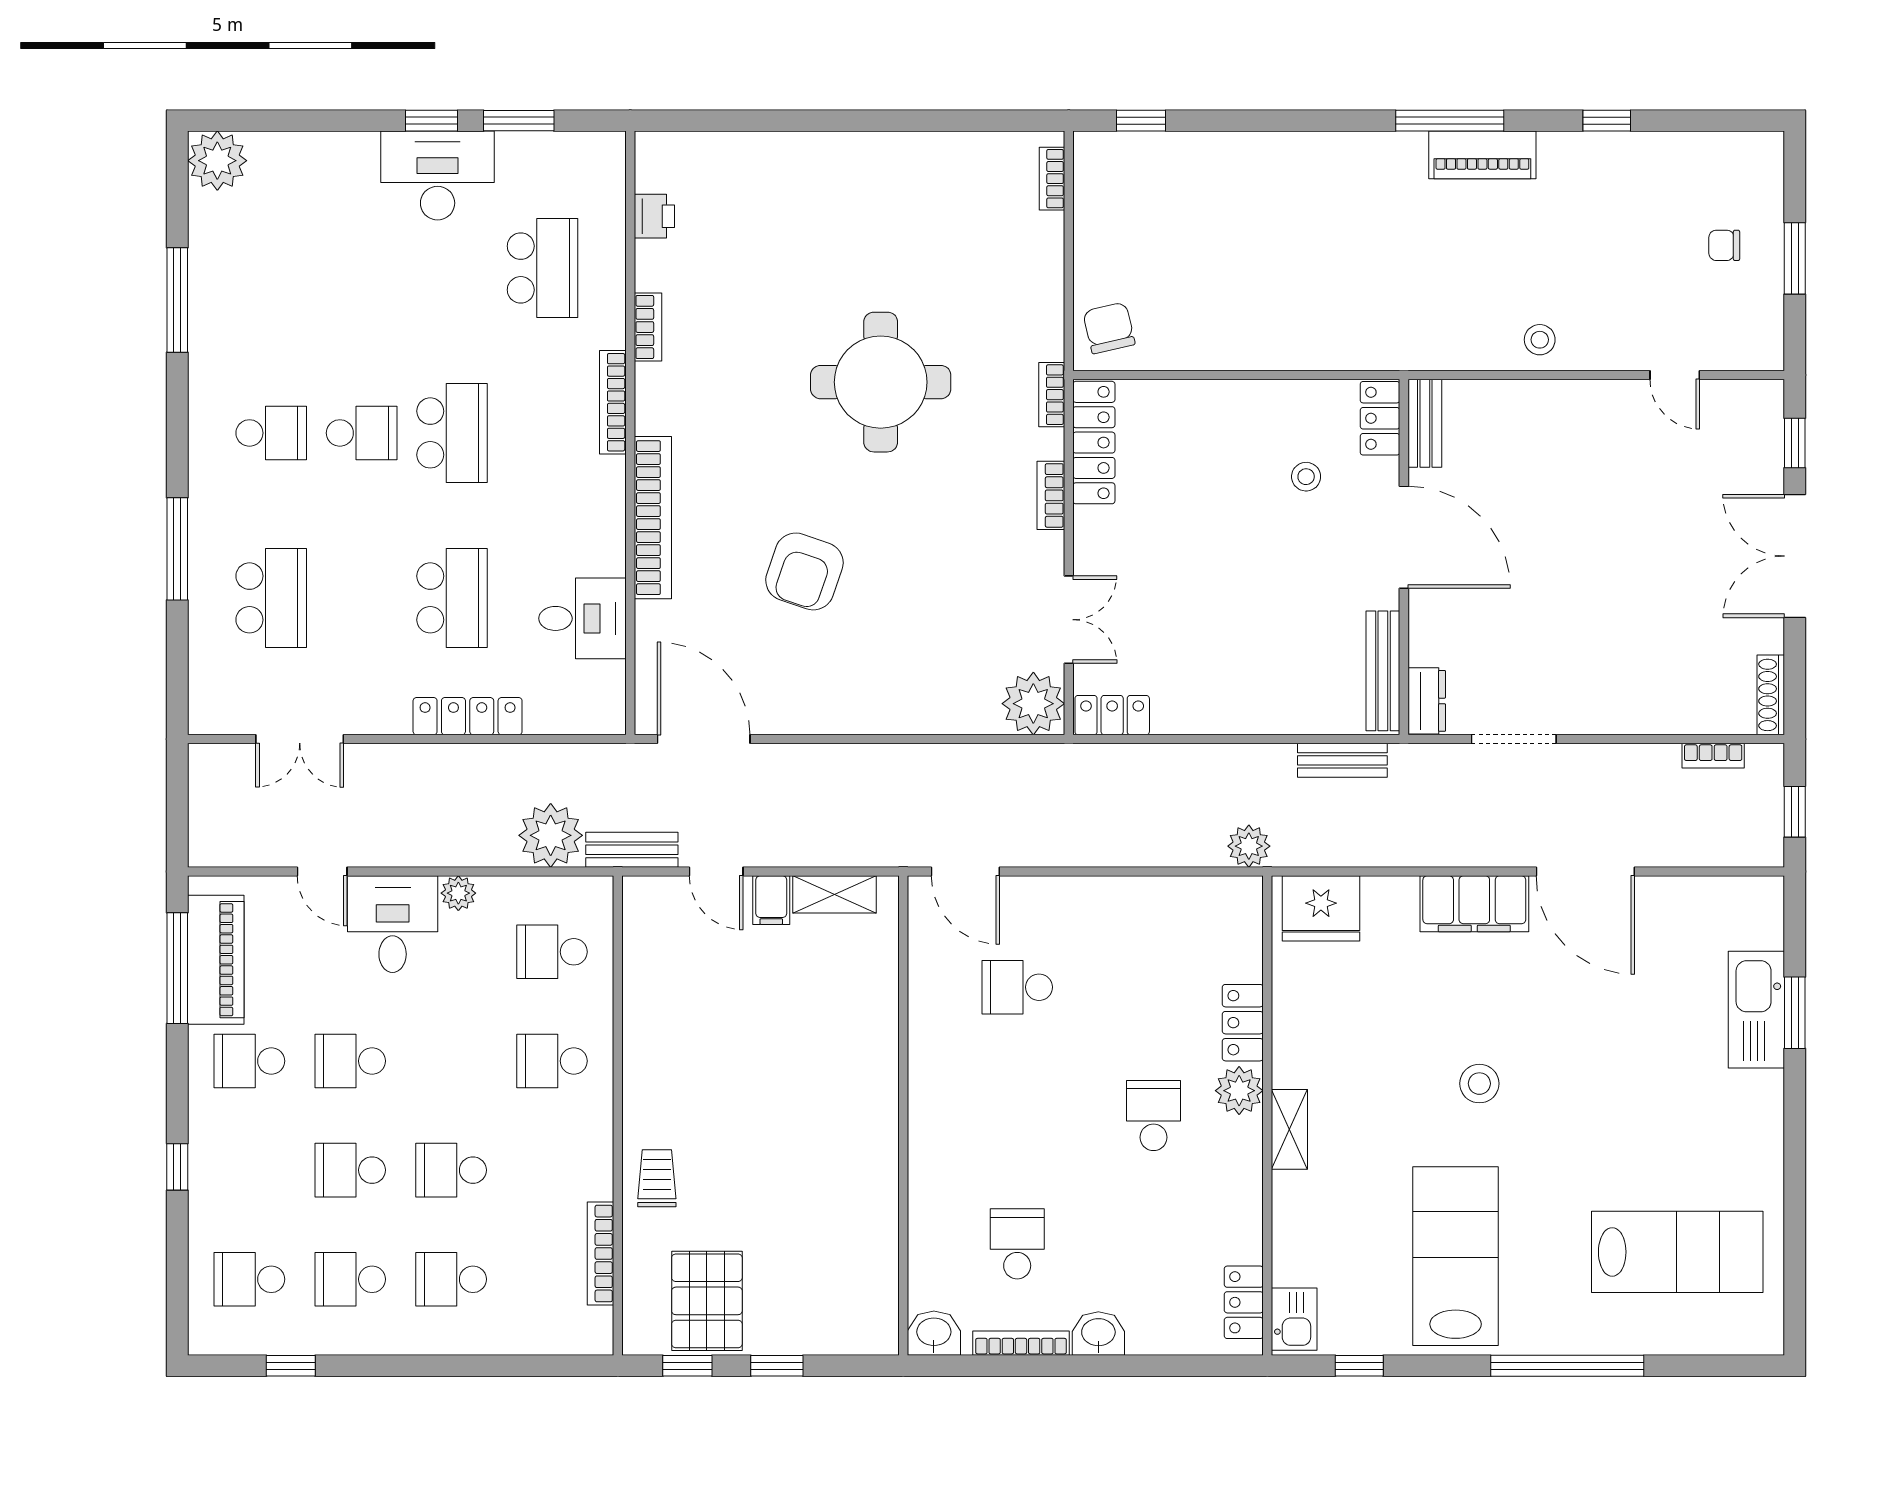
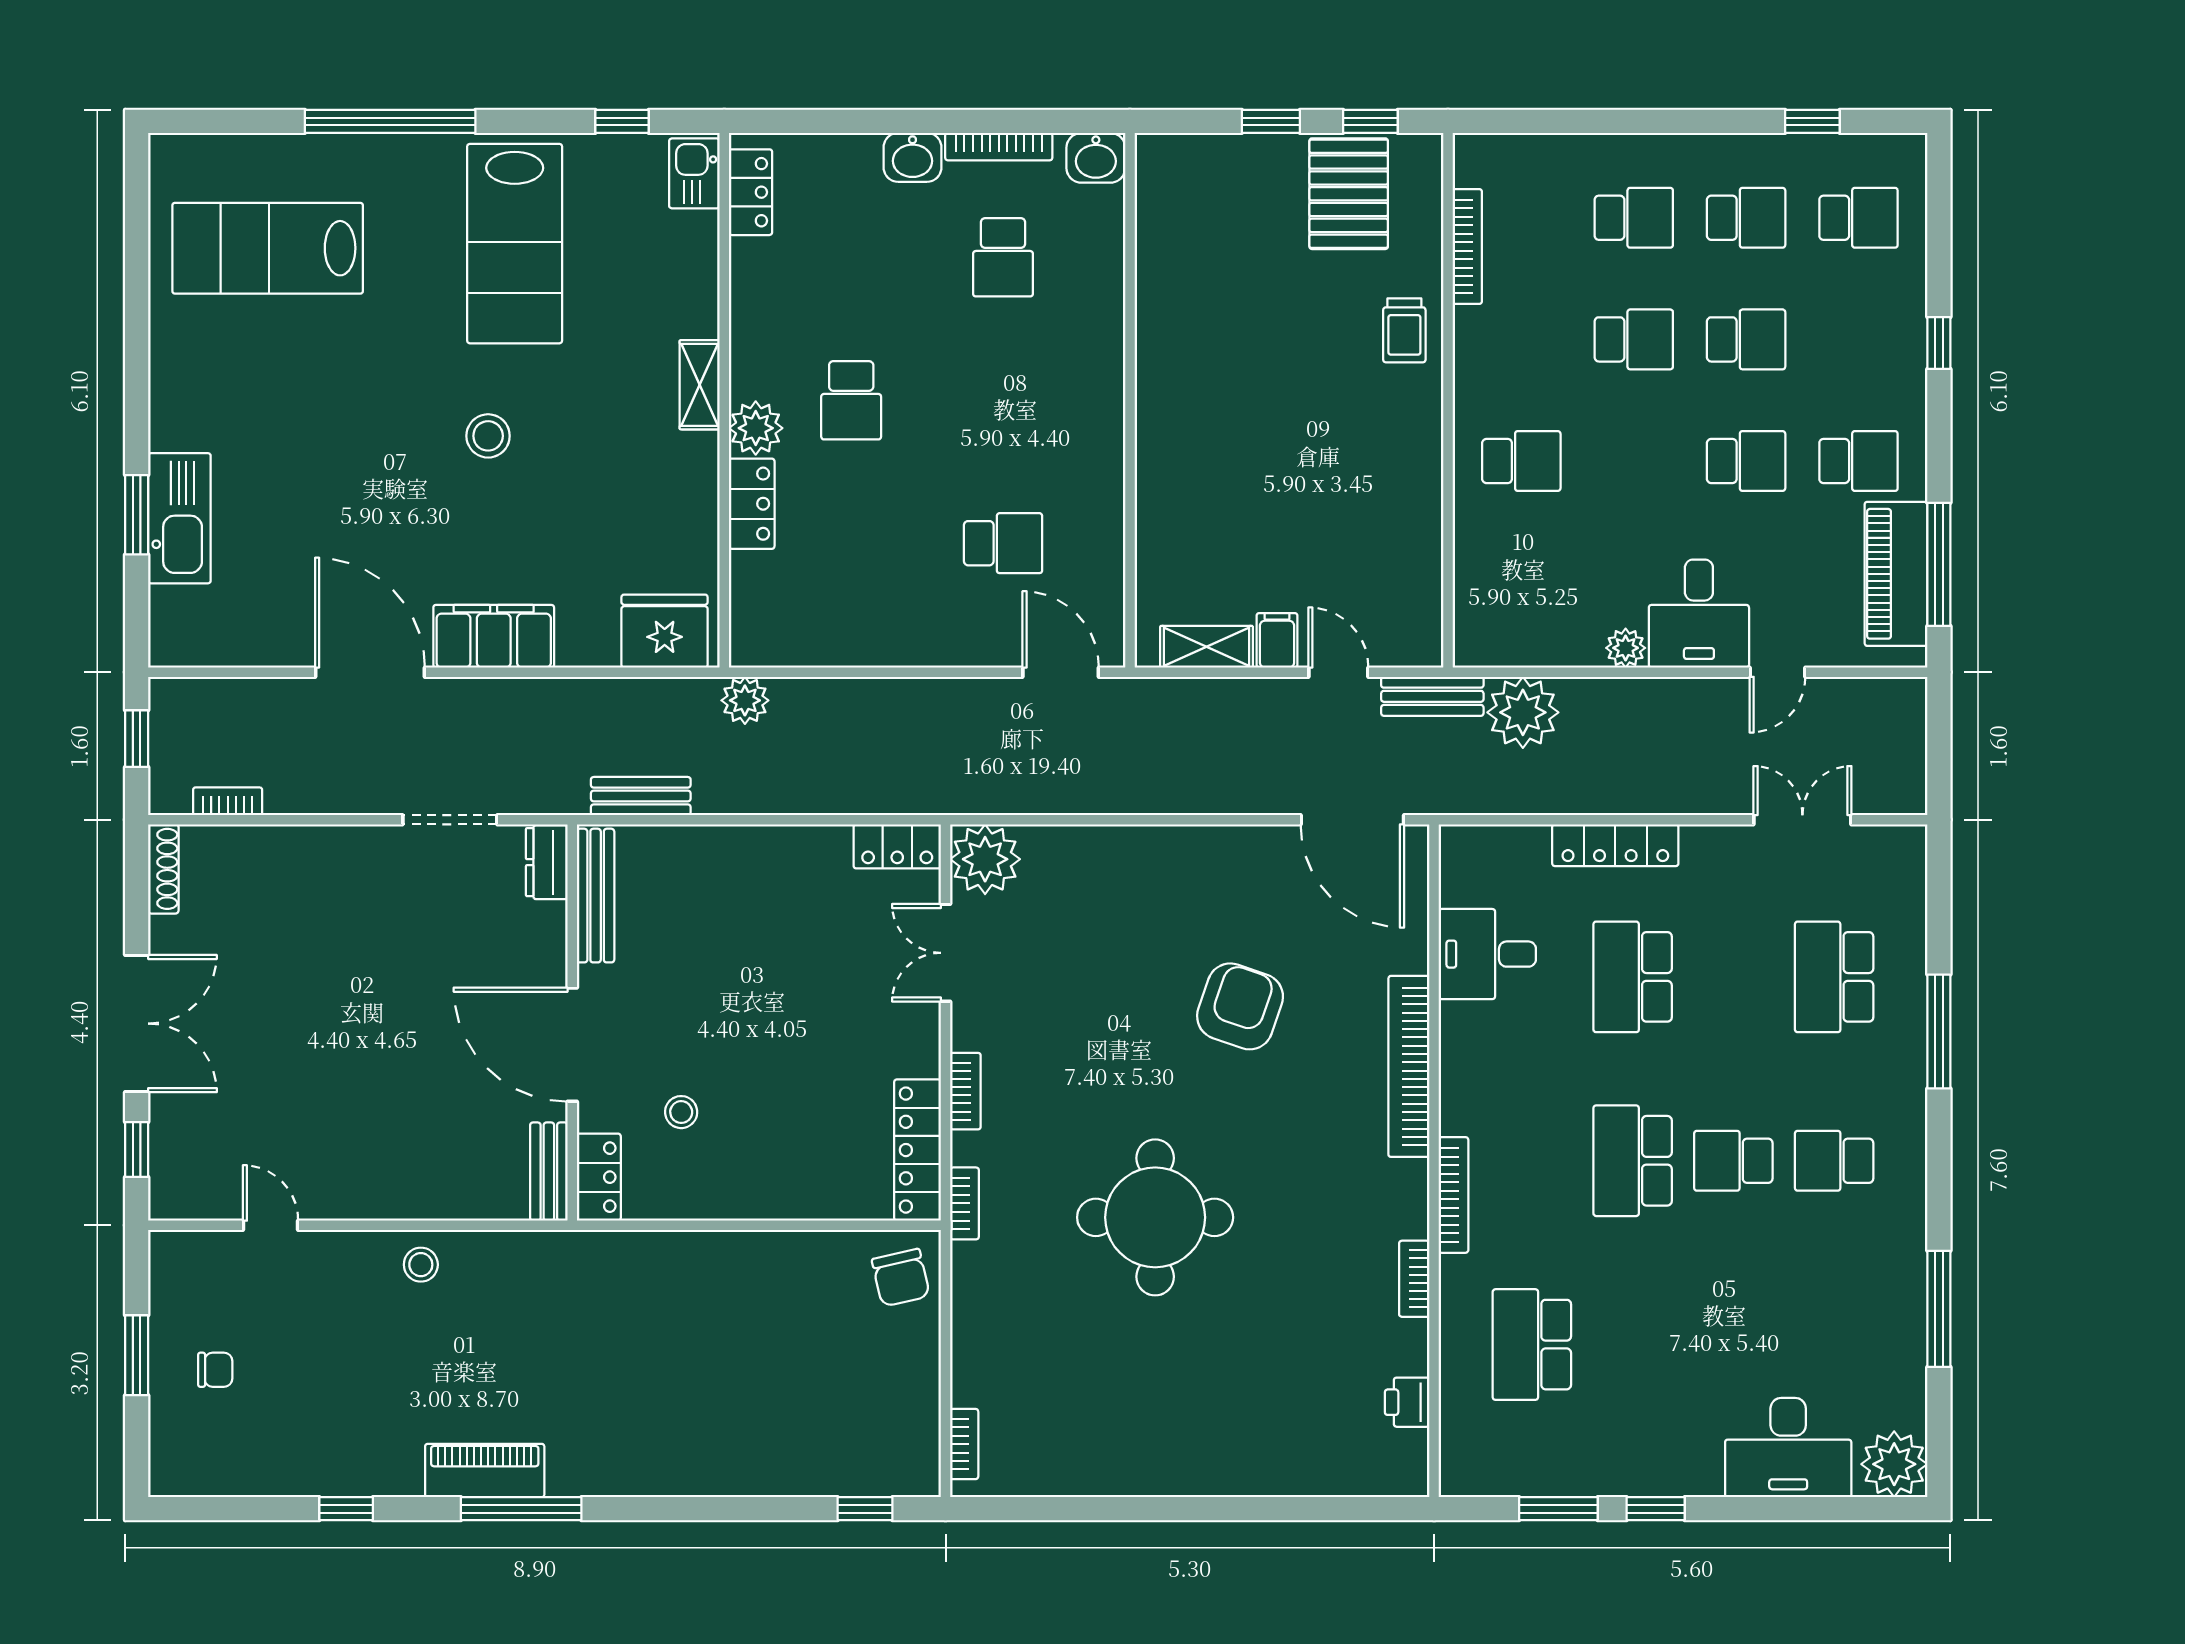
desk: (438, 175) -> (1788, 1448), moved
door: (322, 871) -> (1777, 672), swing flipped
school desk: (552, 952) -> (1521, 583), removed

